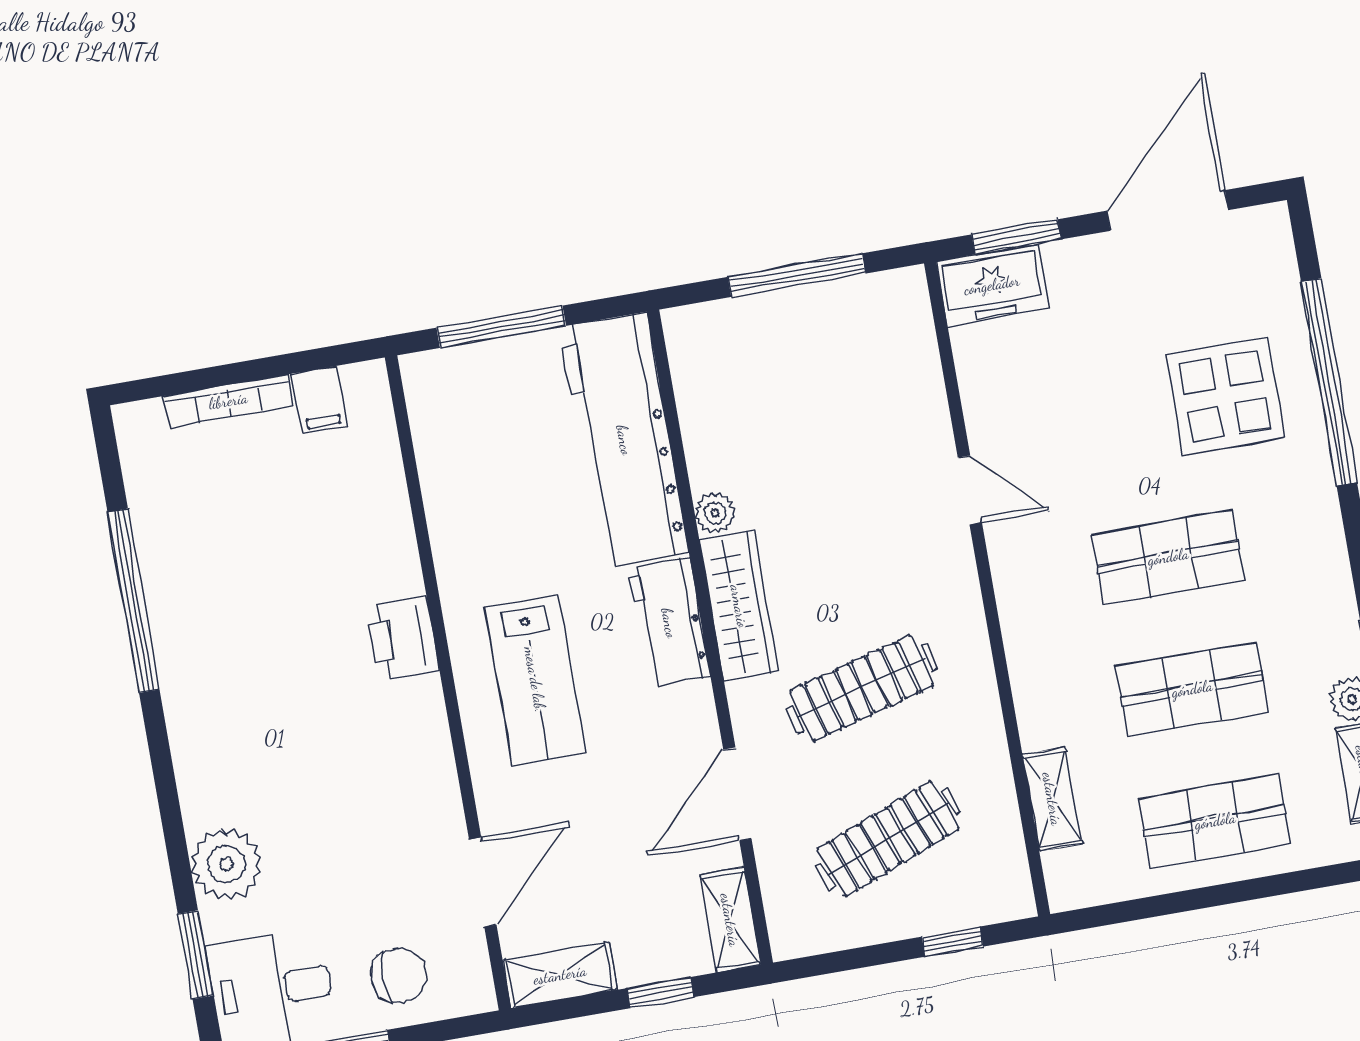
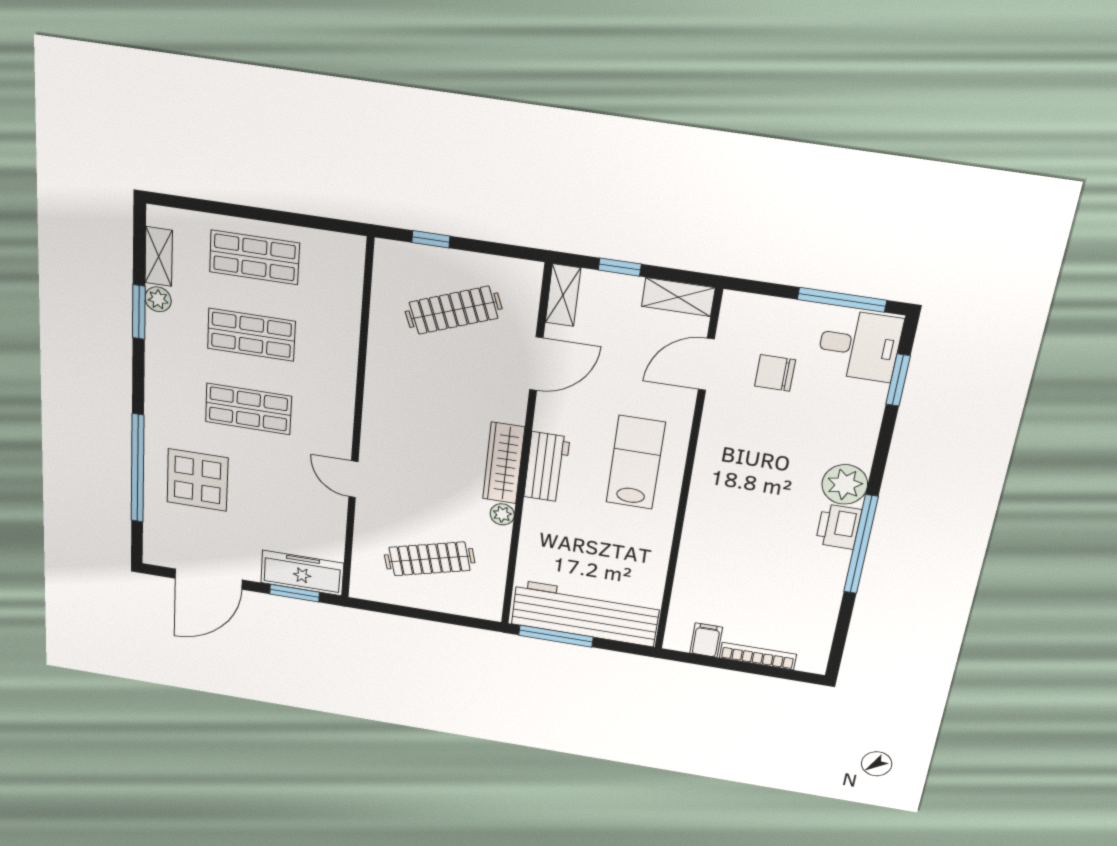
window: (797, 275) -> (420, 614), removed
freezer: (992, 285) -> (302, 573), width x1.40
window: (501, 327) -> (556, 636), moved
workbench: (624, 440) -> (585, 613), moved, turned -90
window: (134, 601) -> (861, 544), moved
printer: (402, 638) -> (839, 527), moved, turned 180
clothes rail: (862, 688) -> (430, 559), moved
shelving: (1052, 799) -> (349, 301), removed
plant: (226, 864) -> (845, 484), moved
chair: (399, 975) -> (775, 373), moved

